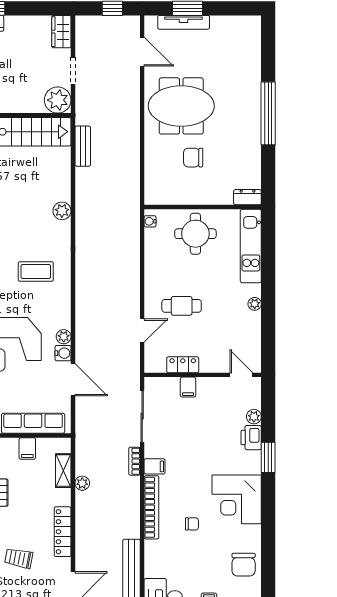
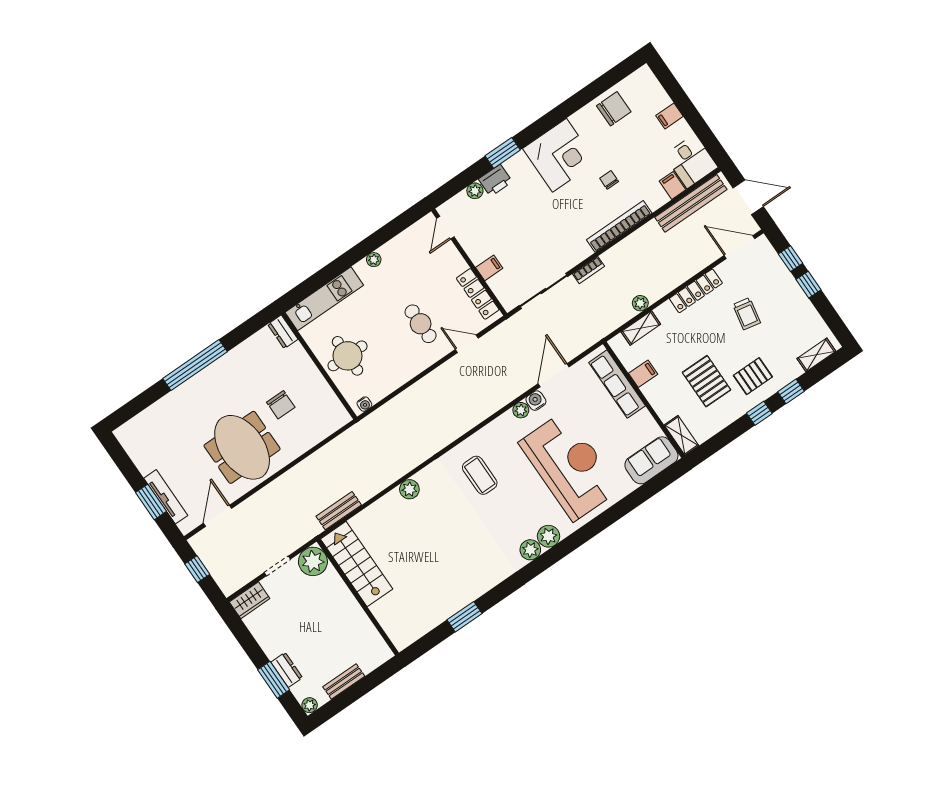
locker: (183, 365) -> (478, 294), width x1.53
filing cabinet: (155, 466) -> (673, 185), moved

